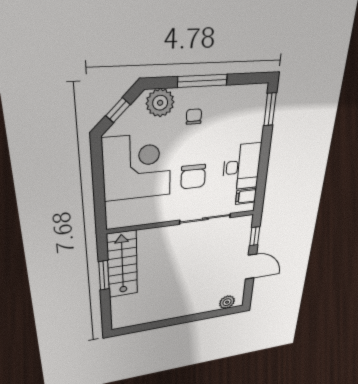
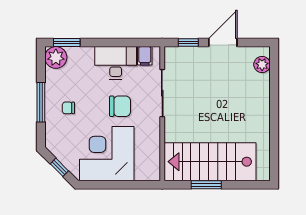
plant: (160, 103) -> (56, 57), moved
stairs: (122, 265) -> (210, 162), width x1.36, depth x1.51

